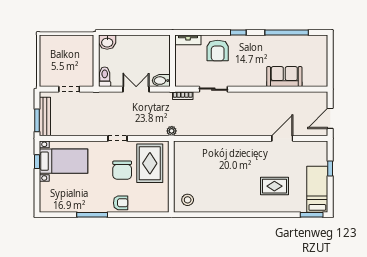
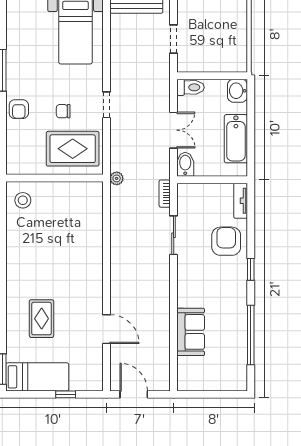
bathtub: (142, 43) -> (236, 139), added
armchair: (218, 50) -> (226, 241), turned 90
chair: (122, 170) -> (63, 111), width x0.54, depth x0.54

